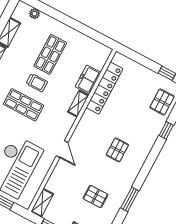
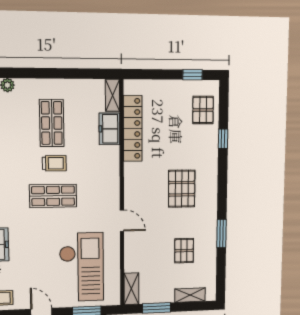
shelving: (78, 104) -> (112, 96), moved
pallet: (117, 150) -> (182, 189), width x1.50, depth x1.42
pallet: (95, 196) -> (184, 251), turned 90

